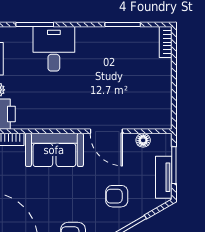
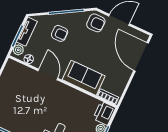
plant: (164, 146) -> (18, 50), added

